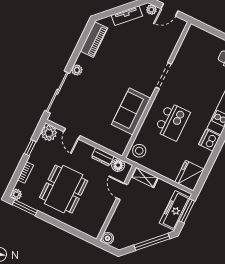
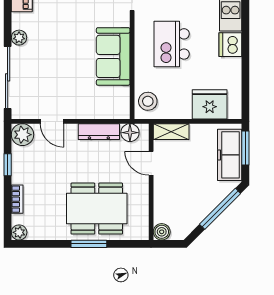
kitchen island: (172, 122) -> (172, 44), turned 180
dresser: (103, 157) -> (99, 132), width x1.44
fridge: (190, 176) -> (210, 104), moved, turned 90
dining table: (64, 189) -> (97, 209), moved, turned 90
window: (25, 208) -> (89, 244), moved

